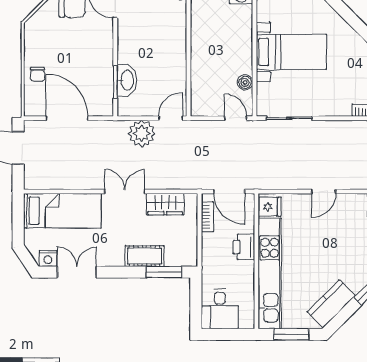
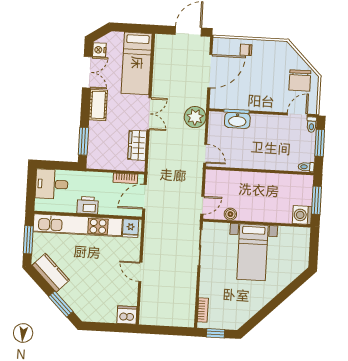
plant: (142, 134) -> (195, 117), moved
printer: (244, 247) -> (88, 205), moved
cot: (145, 256) -> (98, 105), moved

